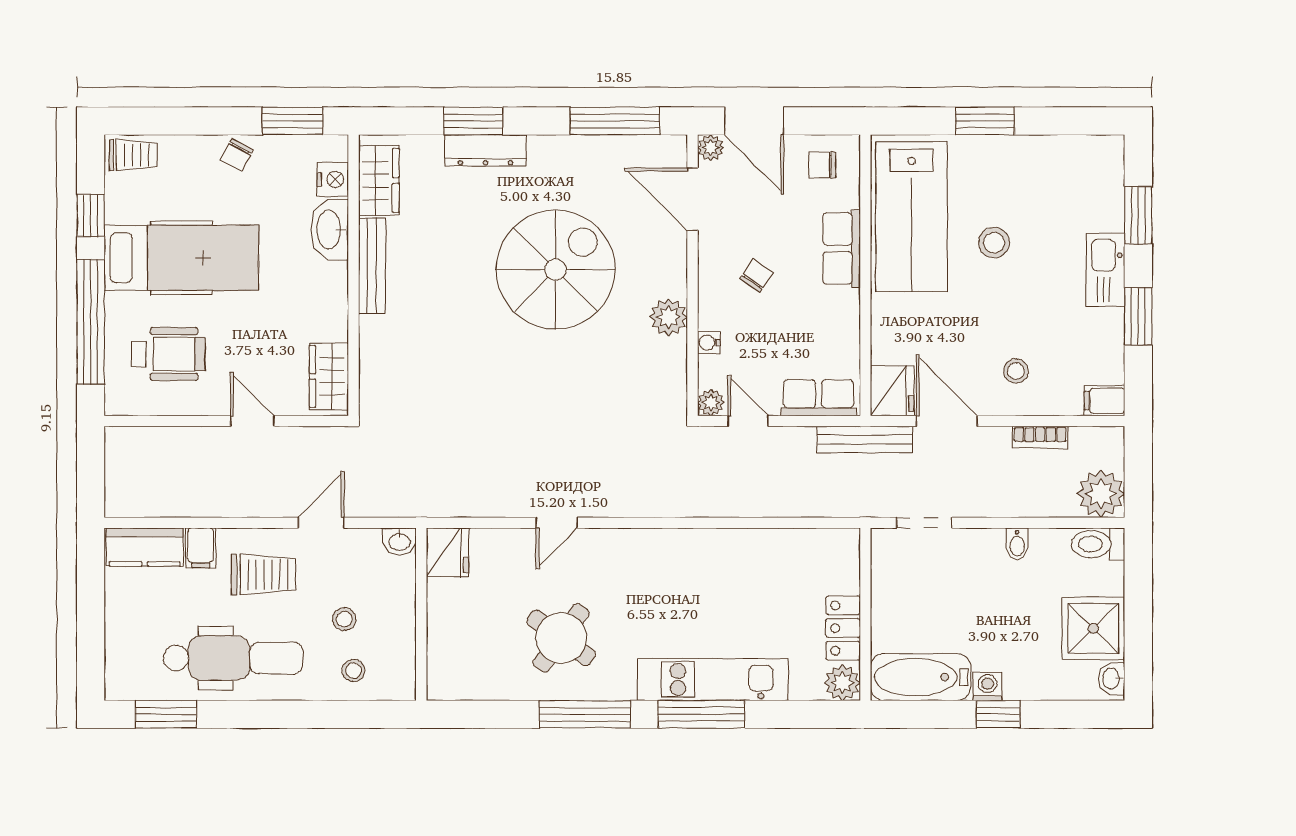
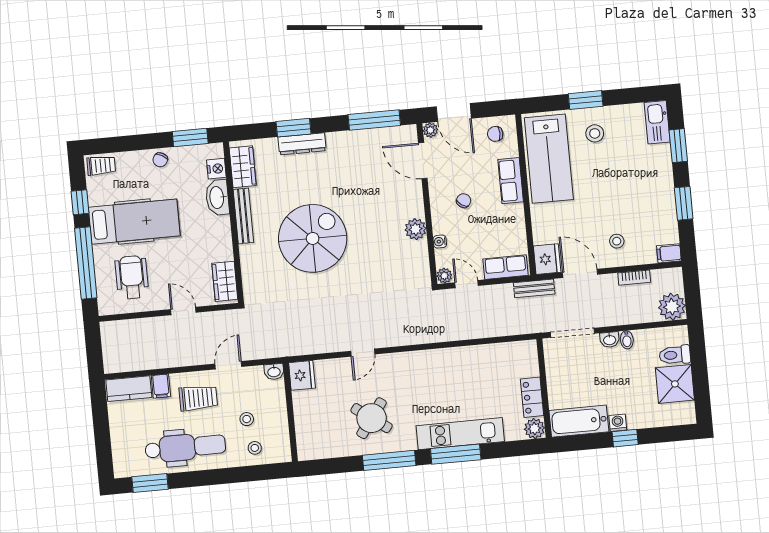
stool: (994, 243) -> (595, 133), moved
spiral stairs: (556, 270) -> (313, 238), moved
kitchen sink: (1105, 270) -> (657, 122), moved
wheelchair: (168, 354) -> (132, 277), turned -90
bench: (865, 439) -> (534, 288), width x0.73
doorway: (924, 523) -> (573, 333), width x1.38
toilet: (1098, 544) -> (675, 355), moved
washbasin: (1112, 679) -> (610, 340), moved, turned -90

